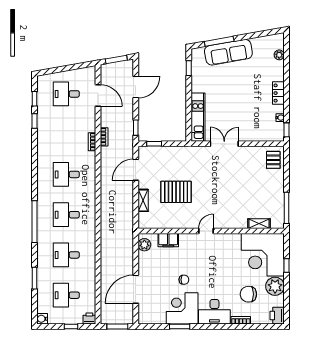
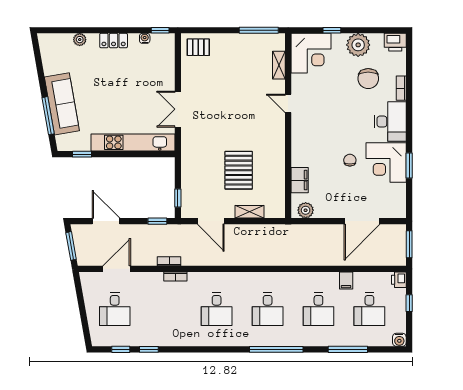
plant: (279, 55) -> (80, 40), moved
kitchen unit: (198, 117) -> (133, 142), width x1.36
door: (206, 231) -> (288, 103), moved
corner desk: (263, 255) -> (311, 53), width x0.74, depth x0.74
filing cabinet: (89, 277) -> (346, 281), added
window: (34, 278) -> (348, 349), width x1.44
door: (136, 289) -> (362, 221), hinge flipped

